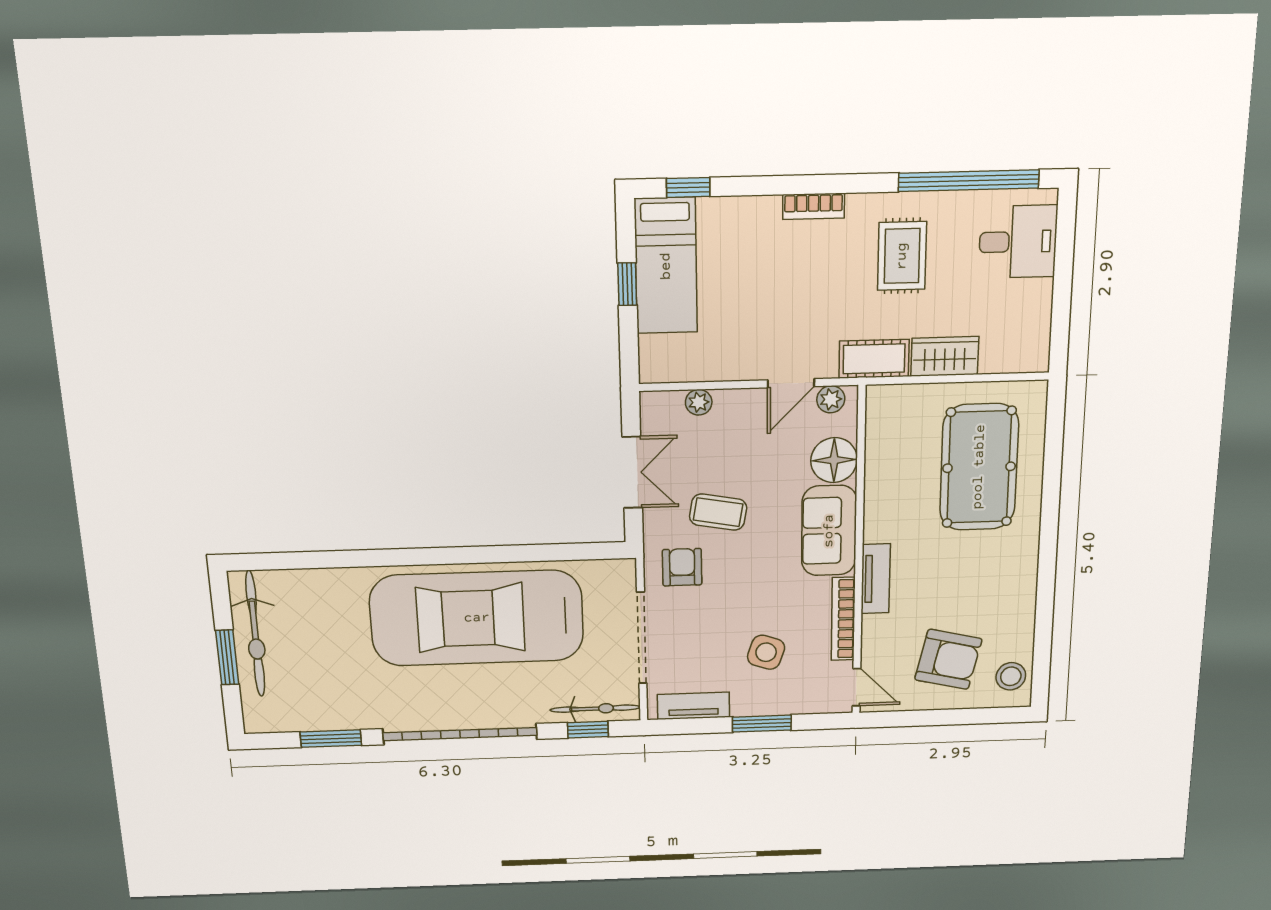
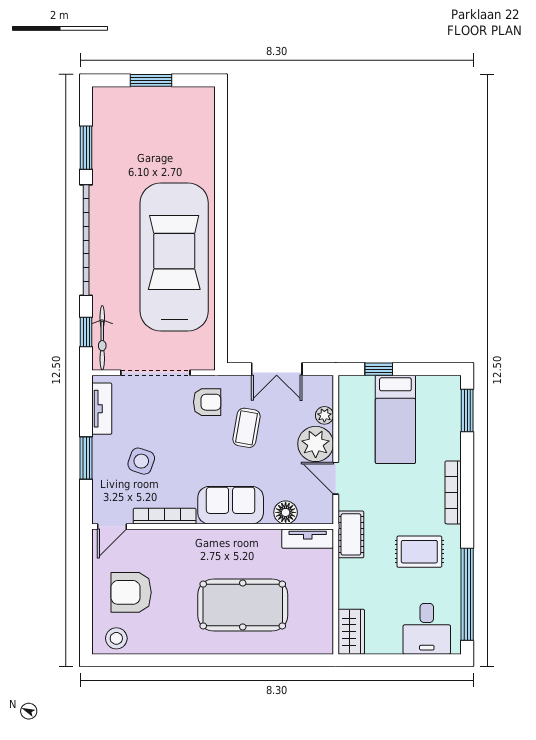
window: (688, 187) -> (467, 410), width x1.50
bookcase: (814, 206) -> (453, 492), width x1.56
bed: (666, 266) -> (395, 419), moved, turned -90
window: (627, 284) -> (379, 369), moved
wardrobe: (945, 356) -> (351, 632), moved
plant: (831, 399) -> (316, 444), moved, width x1.88, depth x1.88
floor lamp: (834, 460) -> (286, 512), width x0.73, depth x0.73
pool table: (979, 467) -> (243, 605), moved
tv unit: (876, 579) -> (308, 539), moved
bicycle: (255, 634) -> (168, 102), removed
armchair: (948, 659) -> (131, 592), turned 77

